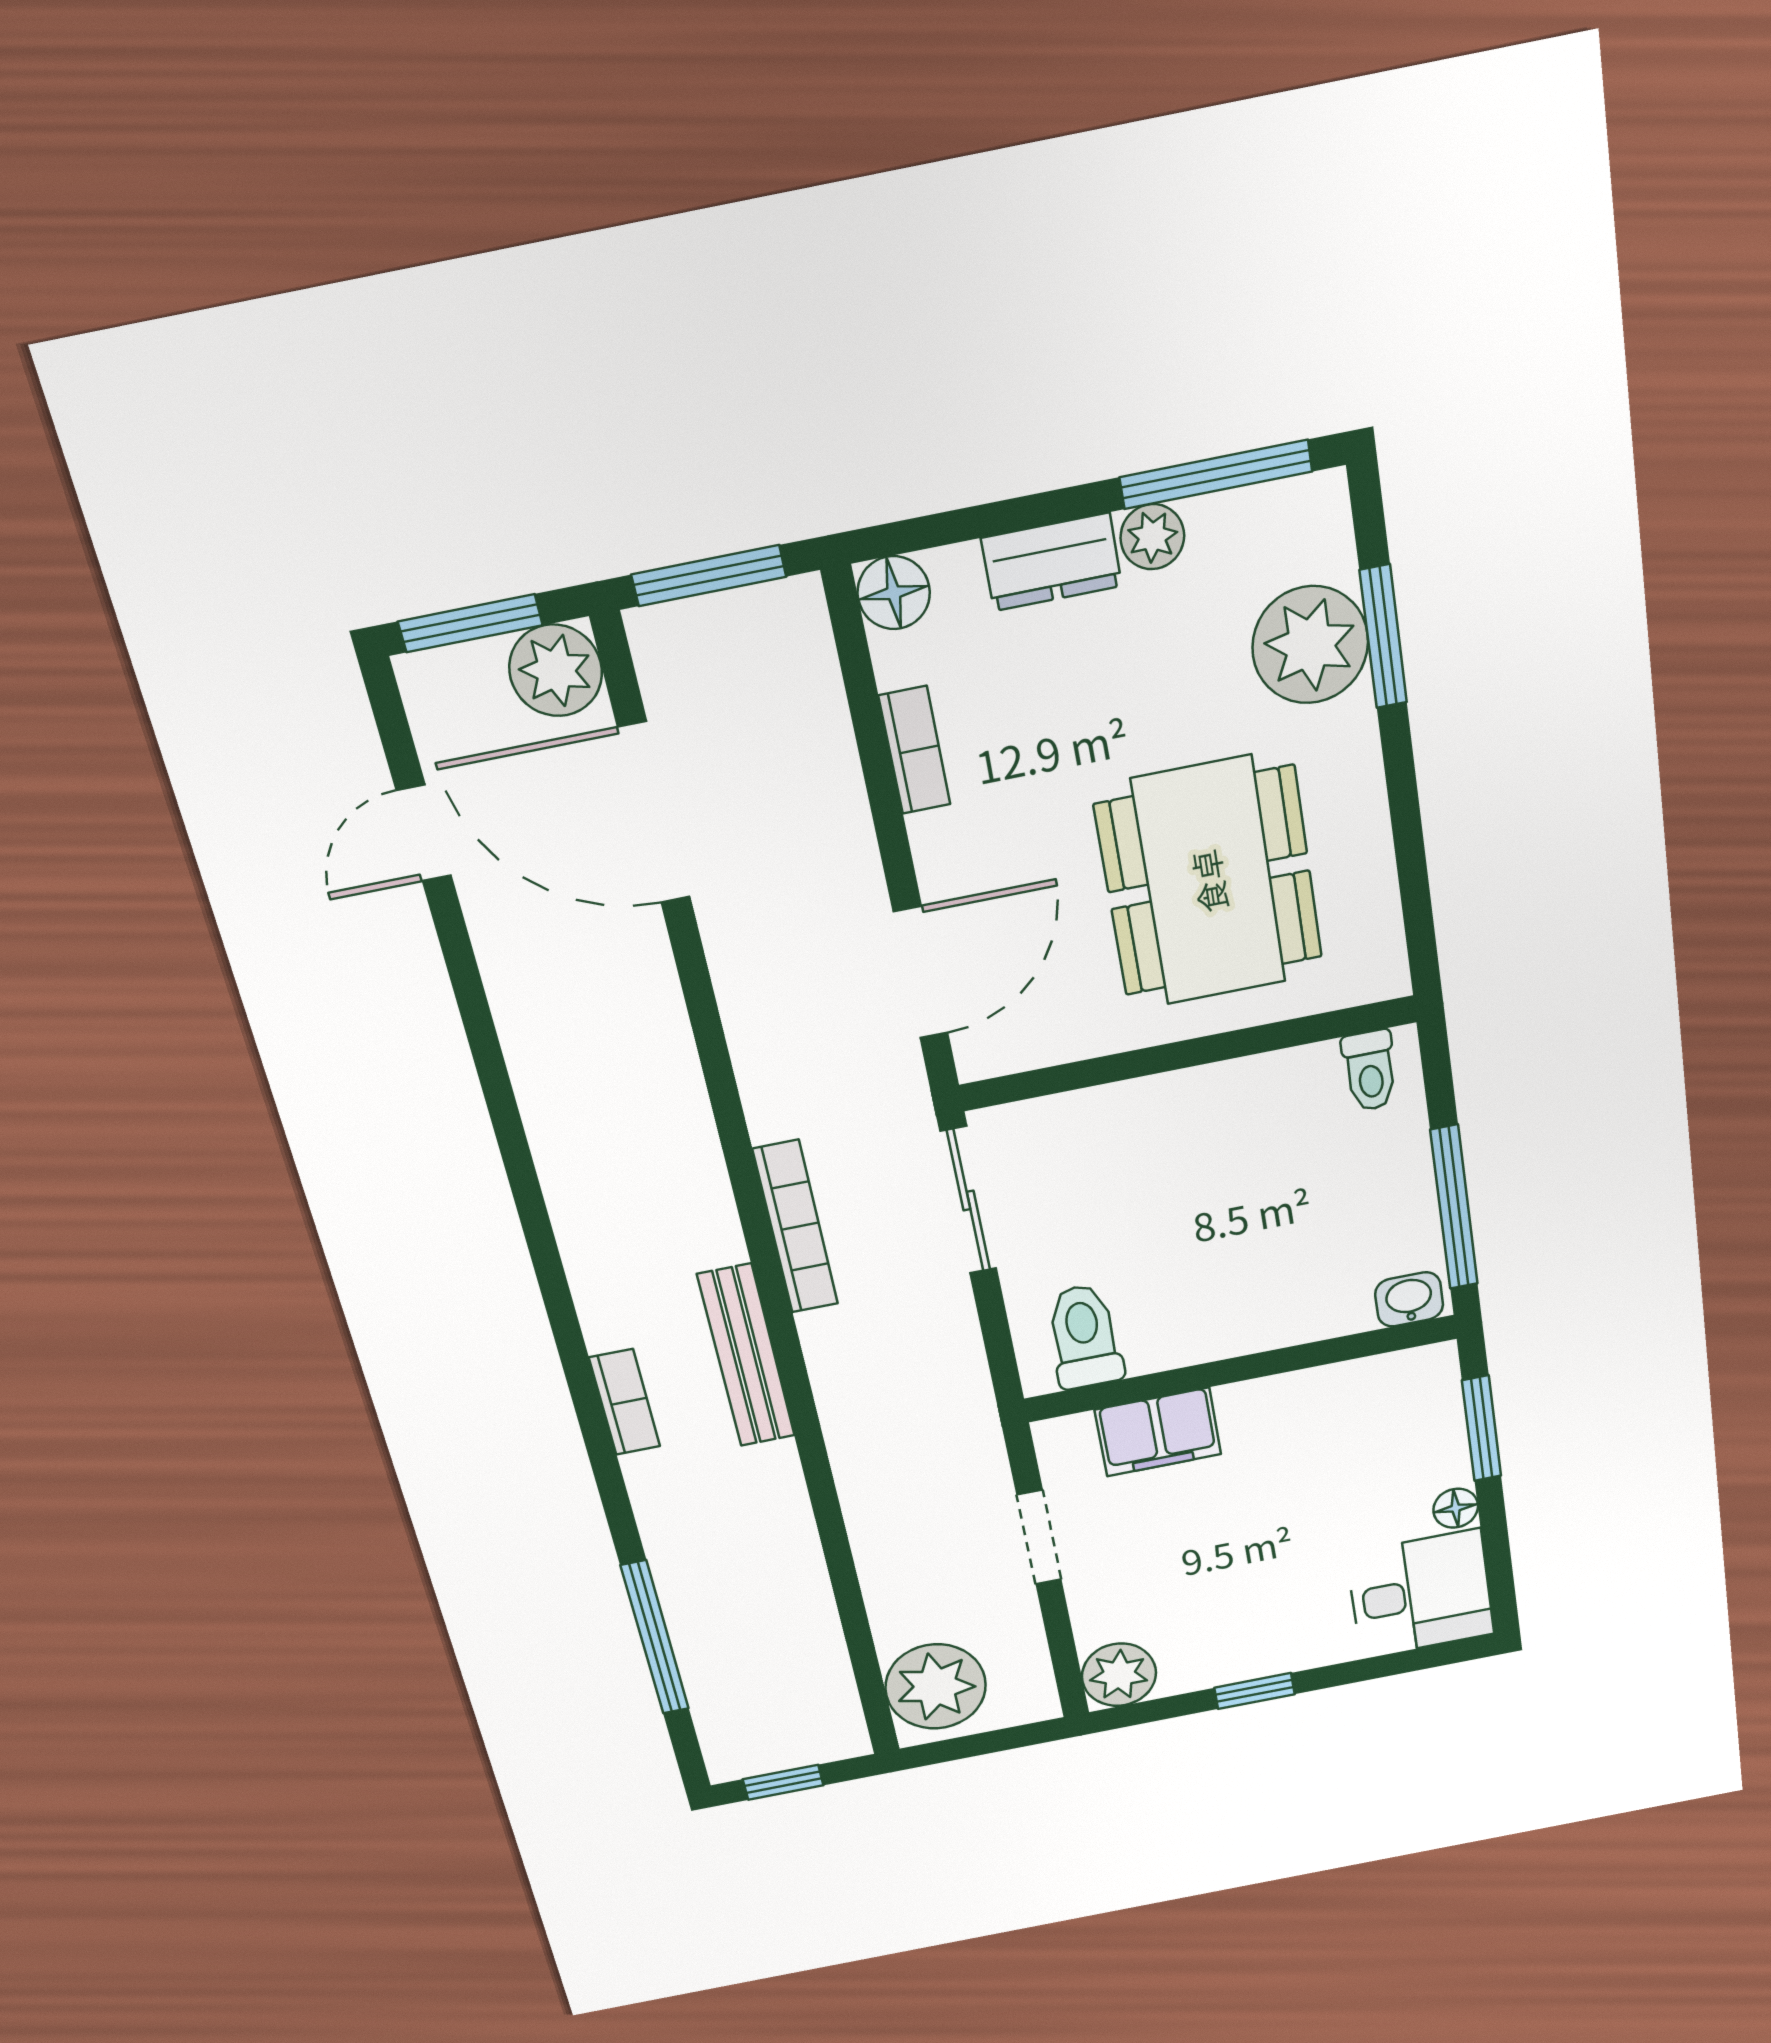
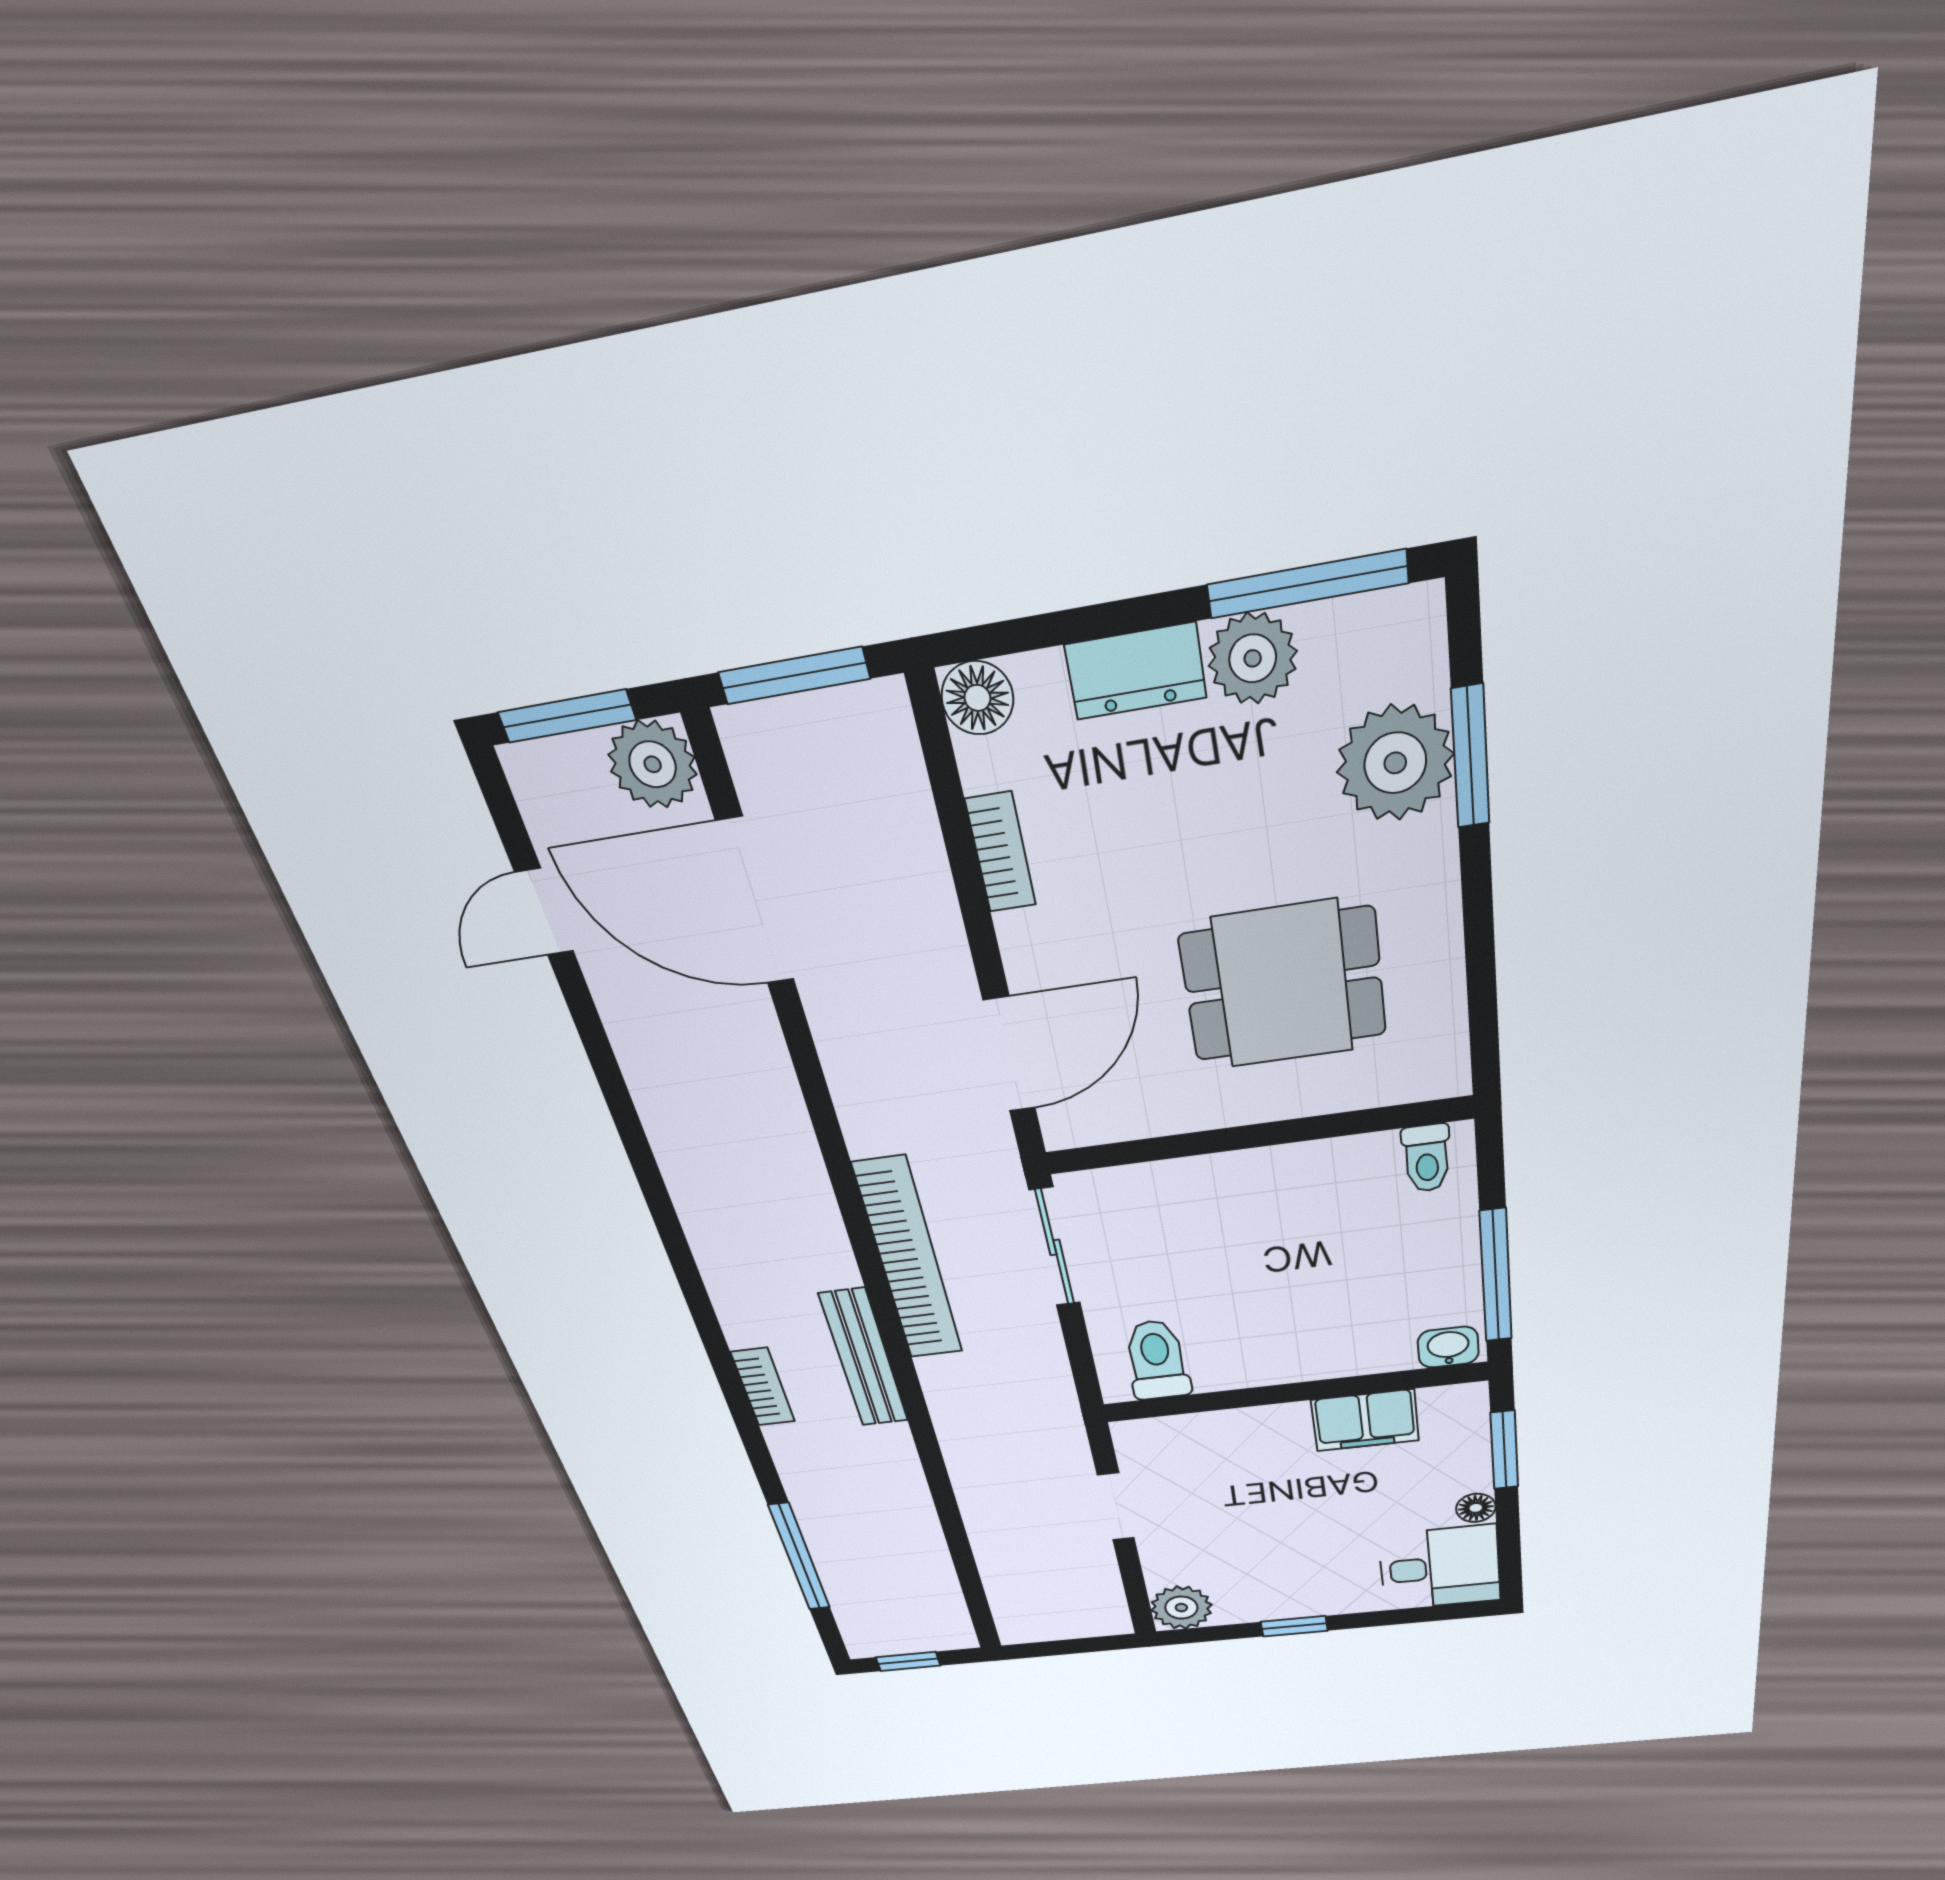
plant: (1152, 537) -> (1253, 658), width x1.38, depth x1.38
dining table: (1209, 881) -> (1283, 985), width x0.73
bookcase: (795, 1227) -> (908, 1260), width x1.48, depth x1.31
filing cabinet: (1158, 1432) -> (1365, 1420), moved
plant: (936, 1686) -> (1030, 1606), removed

